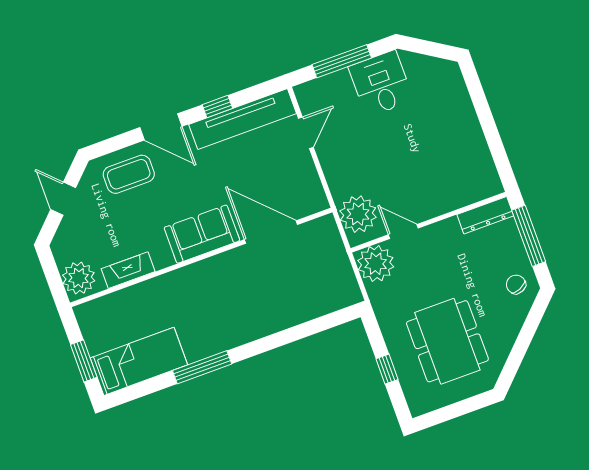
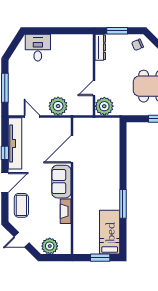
desk: (381, 84) -> (38, 48), moved, turned 90
plant: (358, 214) -> (58, 106), moved
window: (529, 236) -> (117, 31), width x0.69
fireplace: (128, 270) -> (66, 211), moved
plant: (79, 278) -> (50, 246), moved

